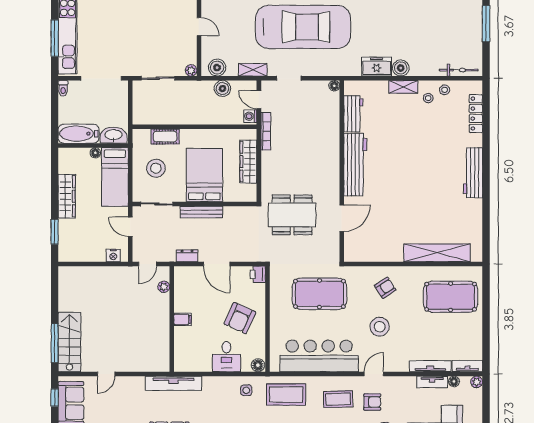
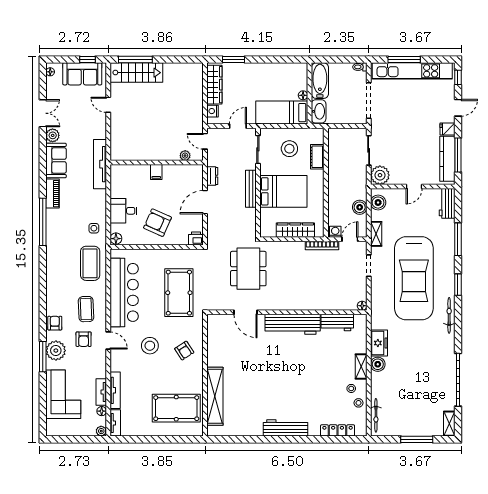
plant: (191, 70) -> (380, 175), width x1.87, depth x1.87
wardrobe: (67, 196) -> (214, 85), moved, turned -90
pool table: (451, 297) -> (176, 408), turned 90

